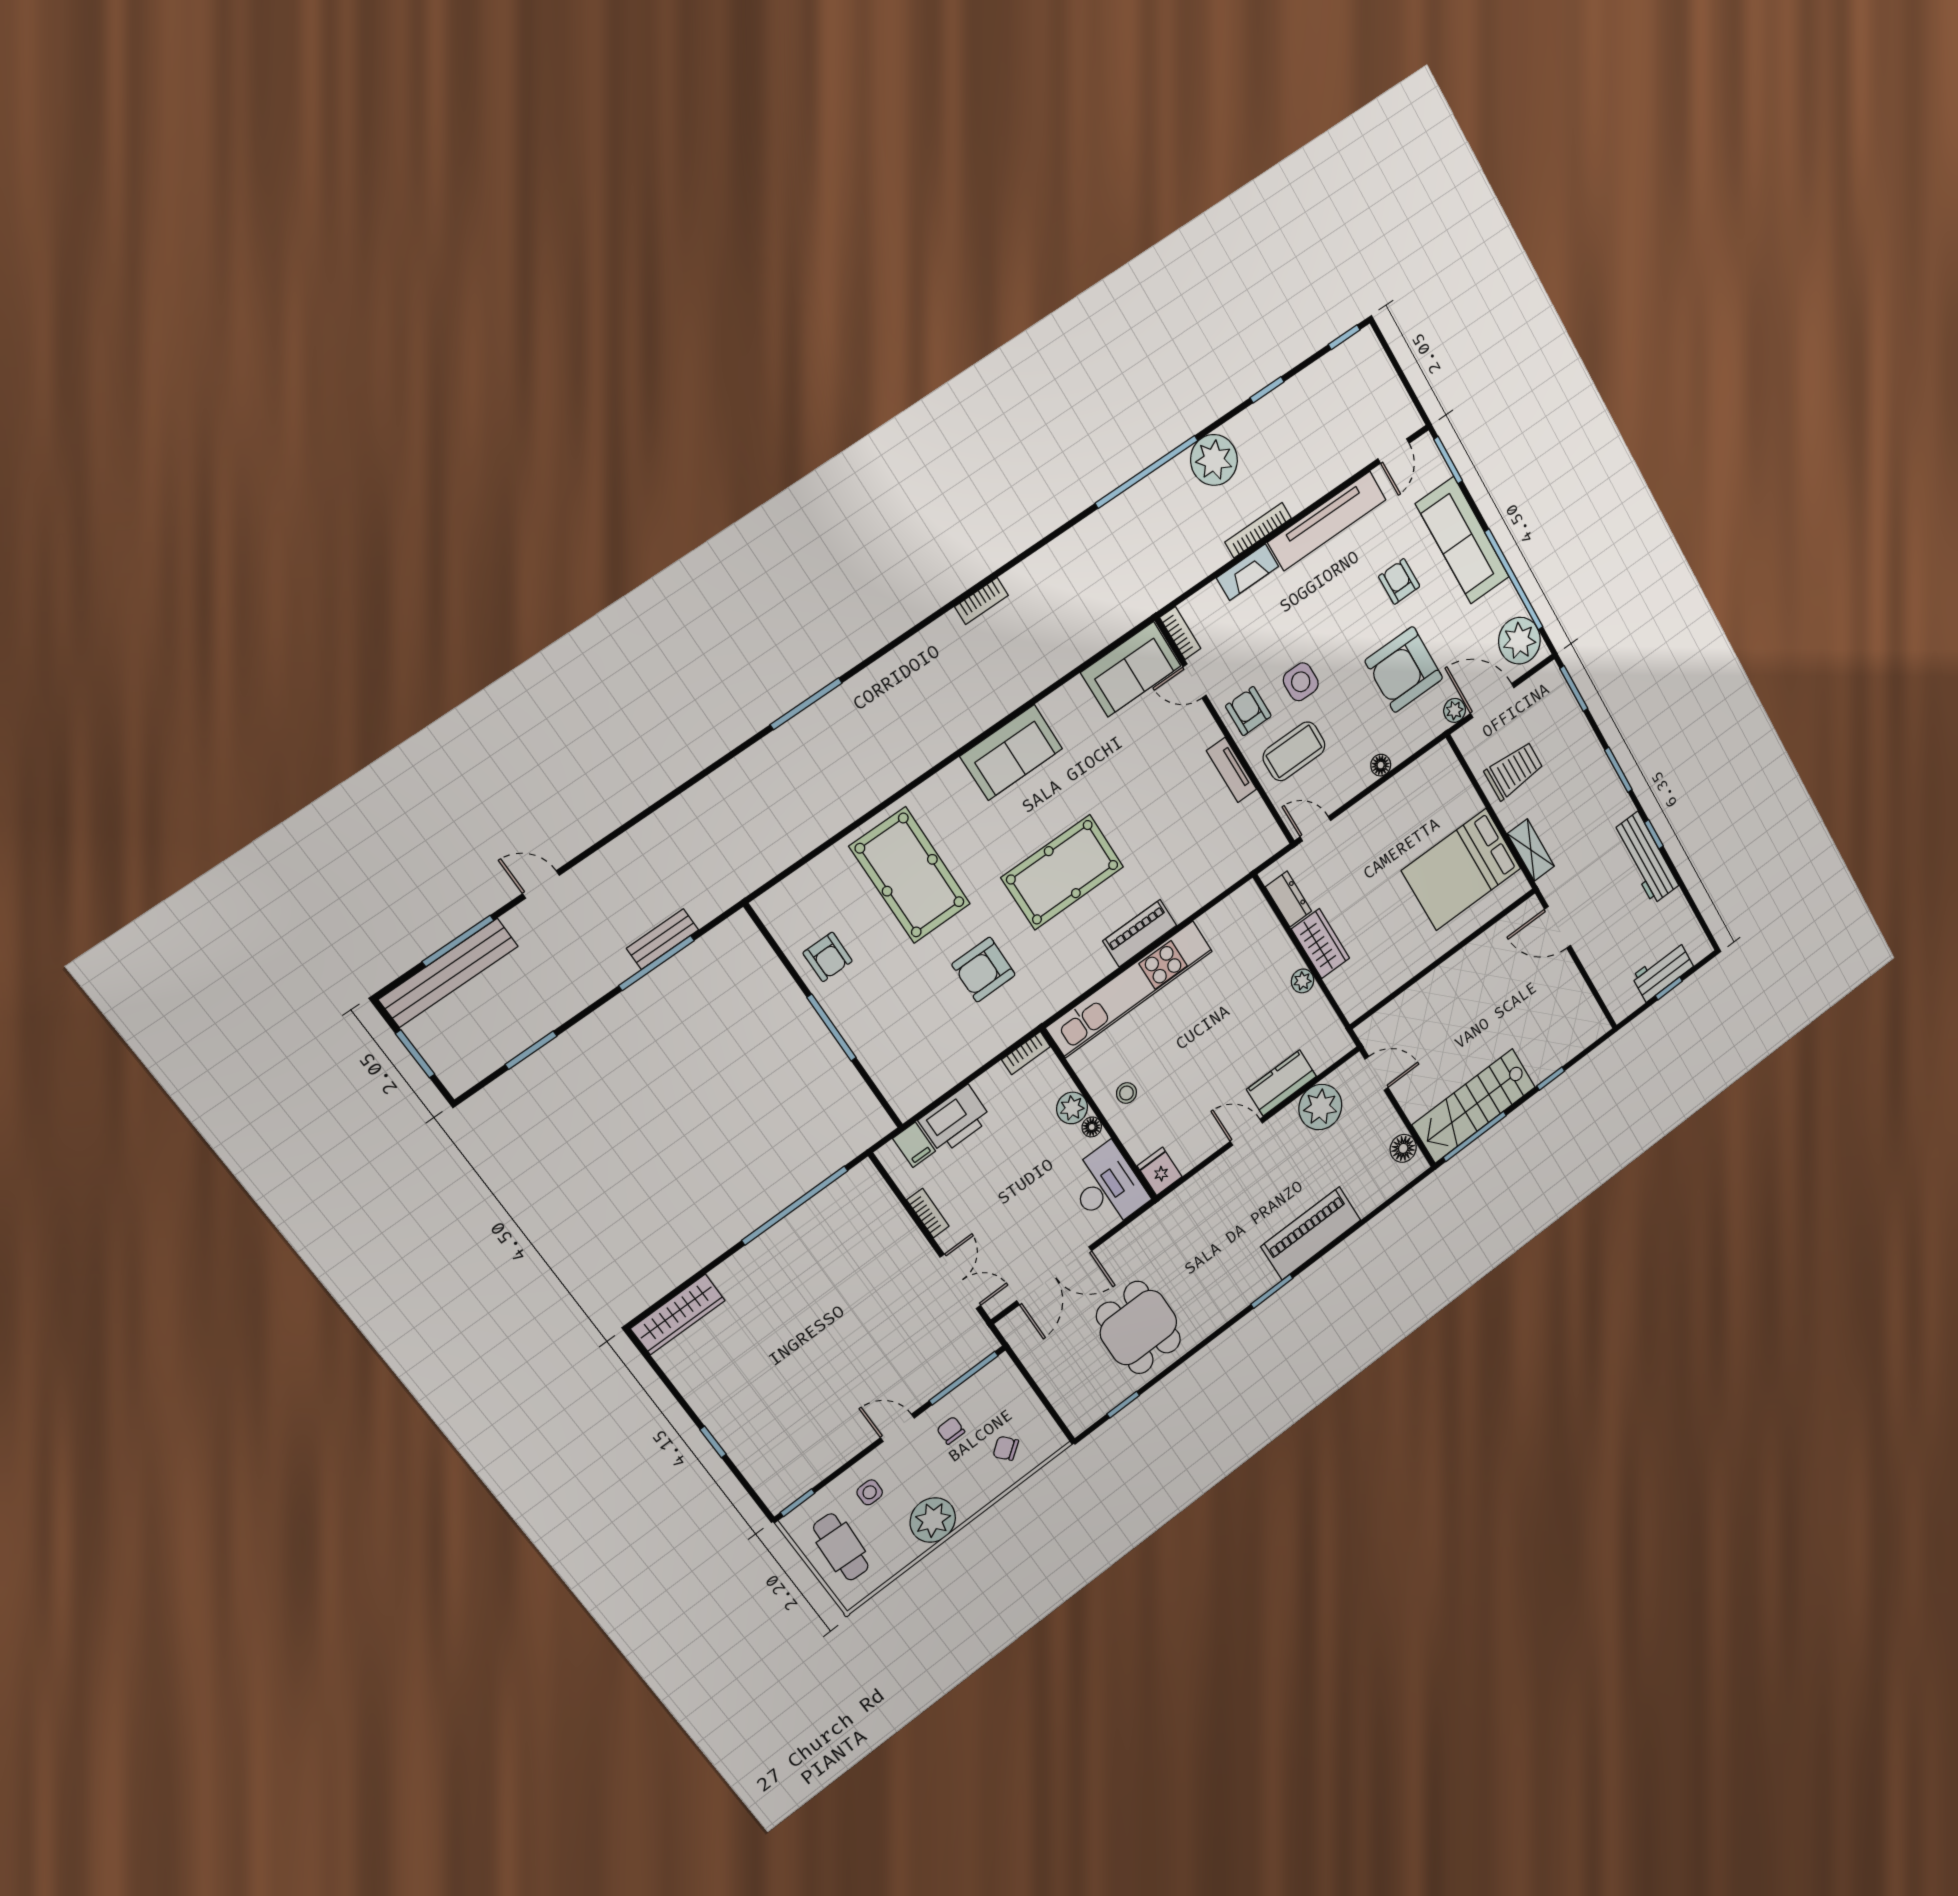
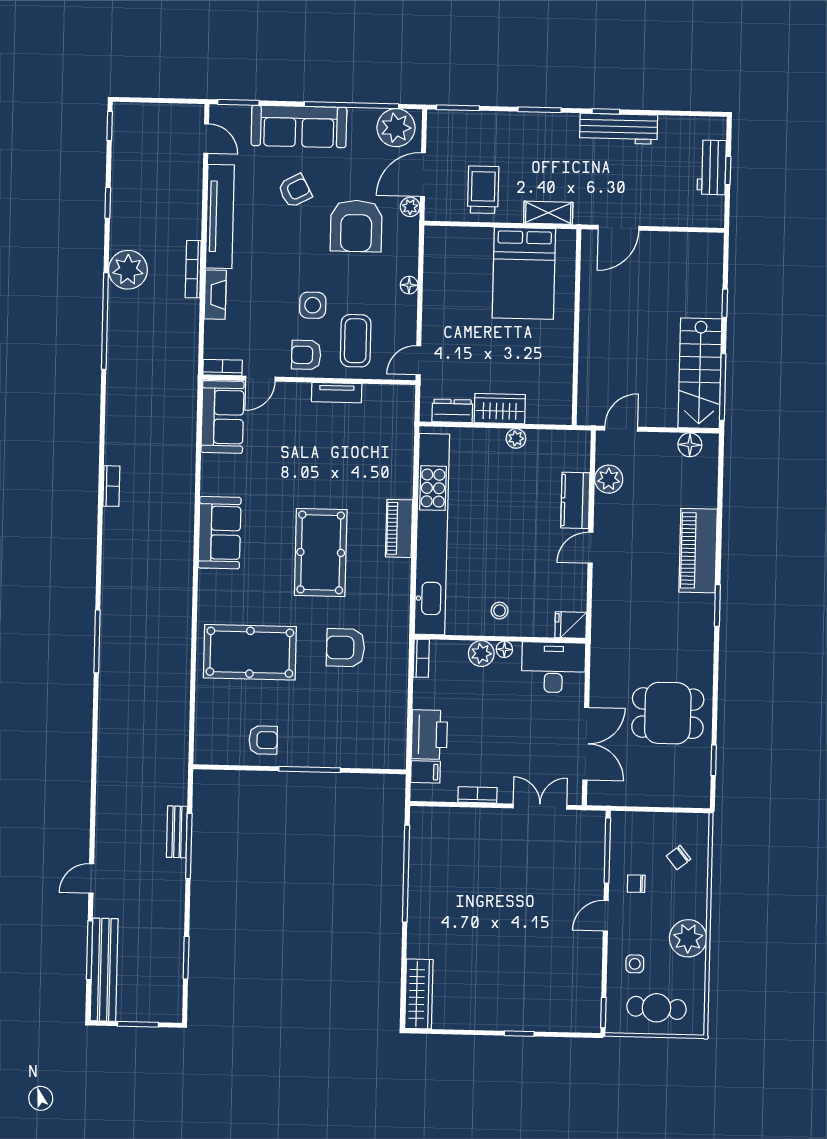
armchair: (1399, 581) -> (295, 191), turned 152
armchair: (983, 970) -> (346, 648), turned 90
kitchen unit: (1129, 989) -> (432, 534), width x1.36
plant: (1320, 1107) -> (609, 479), width x0.73, depth x0.73

